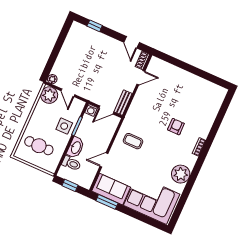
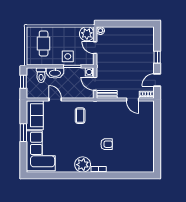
window: (95, 26) -> (157, 57), moved
door: (68, 93) -> (95, 48), hinge flipped
plant: (181, 174) -> (83, 165), moved
window: (107, 202) -> (23, 133), moved

